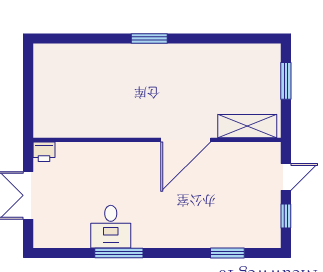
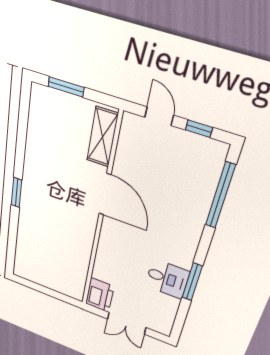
printer: (44, 152) -> (100, 295), width x1.87, depth x1.48
window: (227, 253) -> (220, 196), width x2.11

